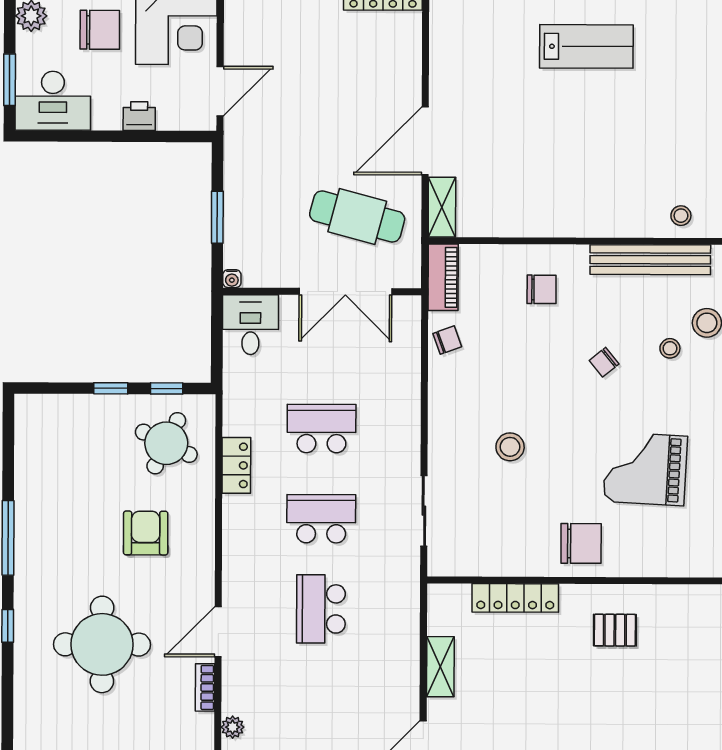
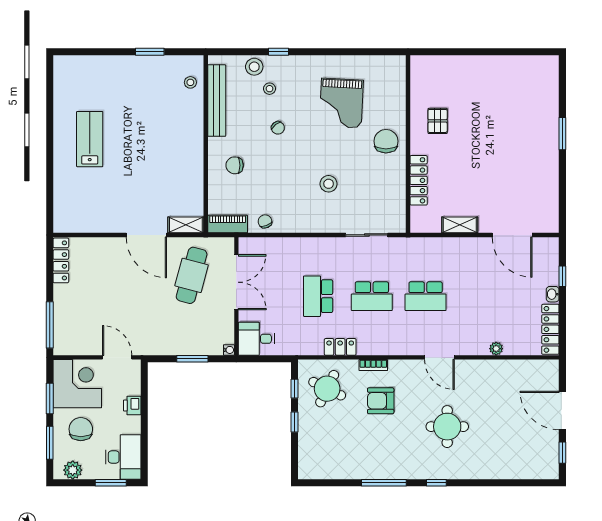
chair: (542, 289) -> (235, 165), turned -90
school desk: (321, 519) -> (372, 296), turned -90
round table: (102, 644) -> (447, 427), width x0.73, depth x0.73
bookcase: (205, 687) -> (373, 365), moved

